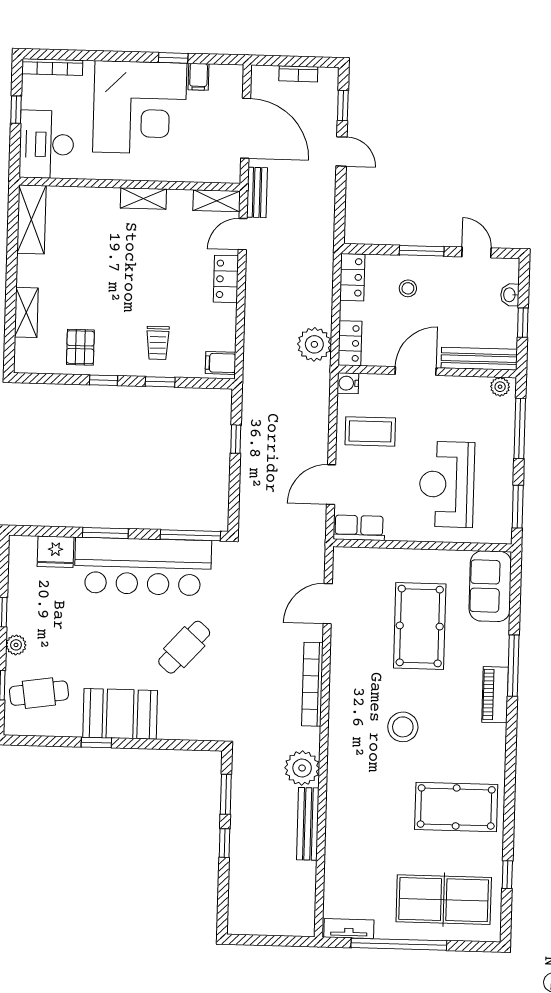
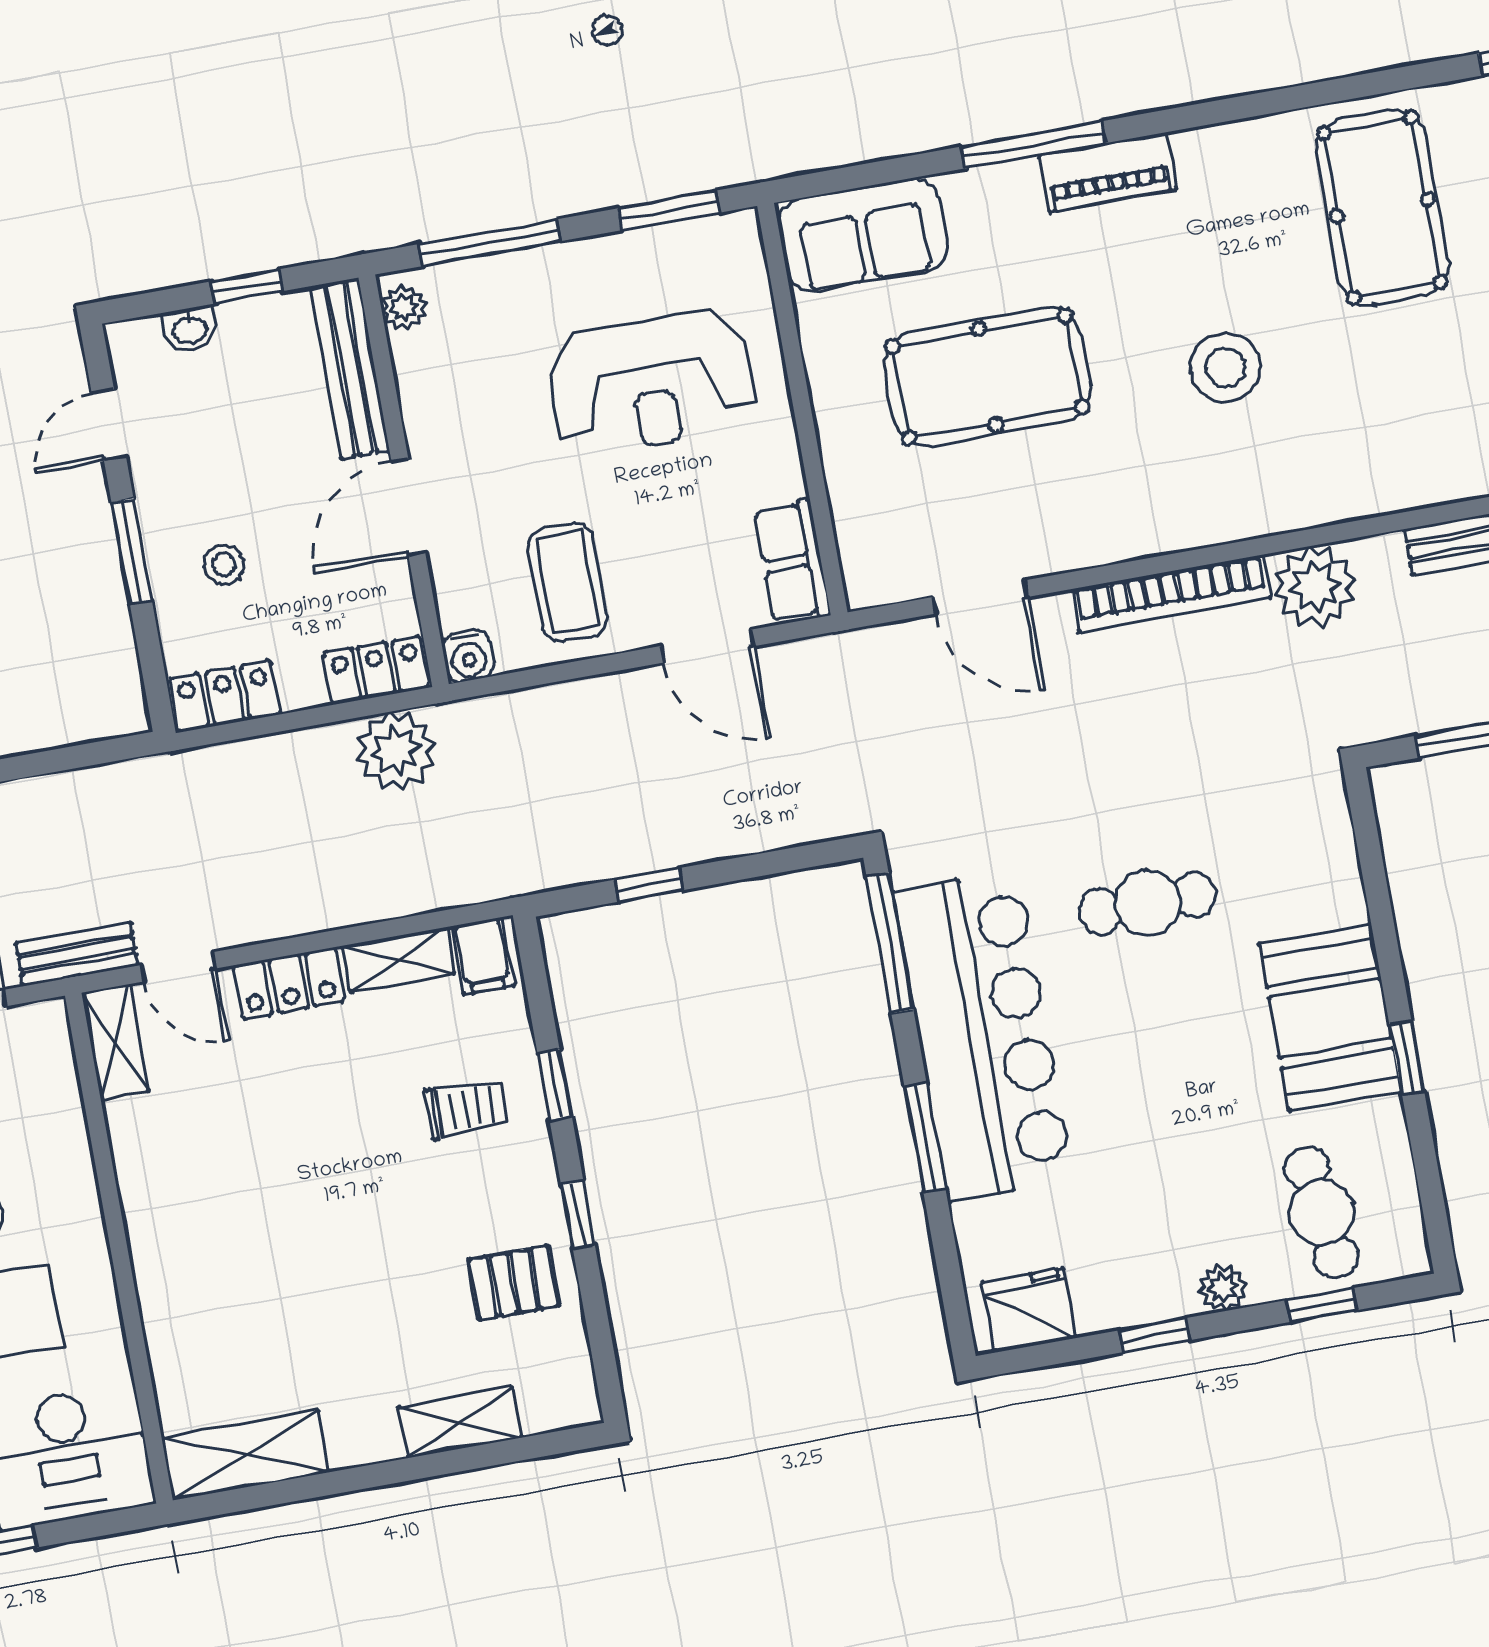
shelving: (143, 198) -> (399, 960), moved, turned 90
door: (416, 371) -> (408, 507), hinge flipped
fridge: (56, 552) -> (1029, 1310), moved, turned -90
cafe table: (184, 647) -> (1148, 903), turned -42
plant: (302, 768) -> (1315, 587), moved

